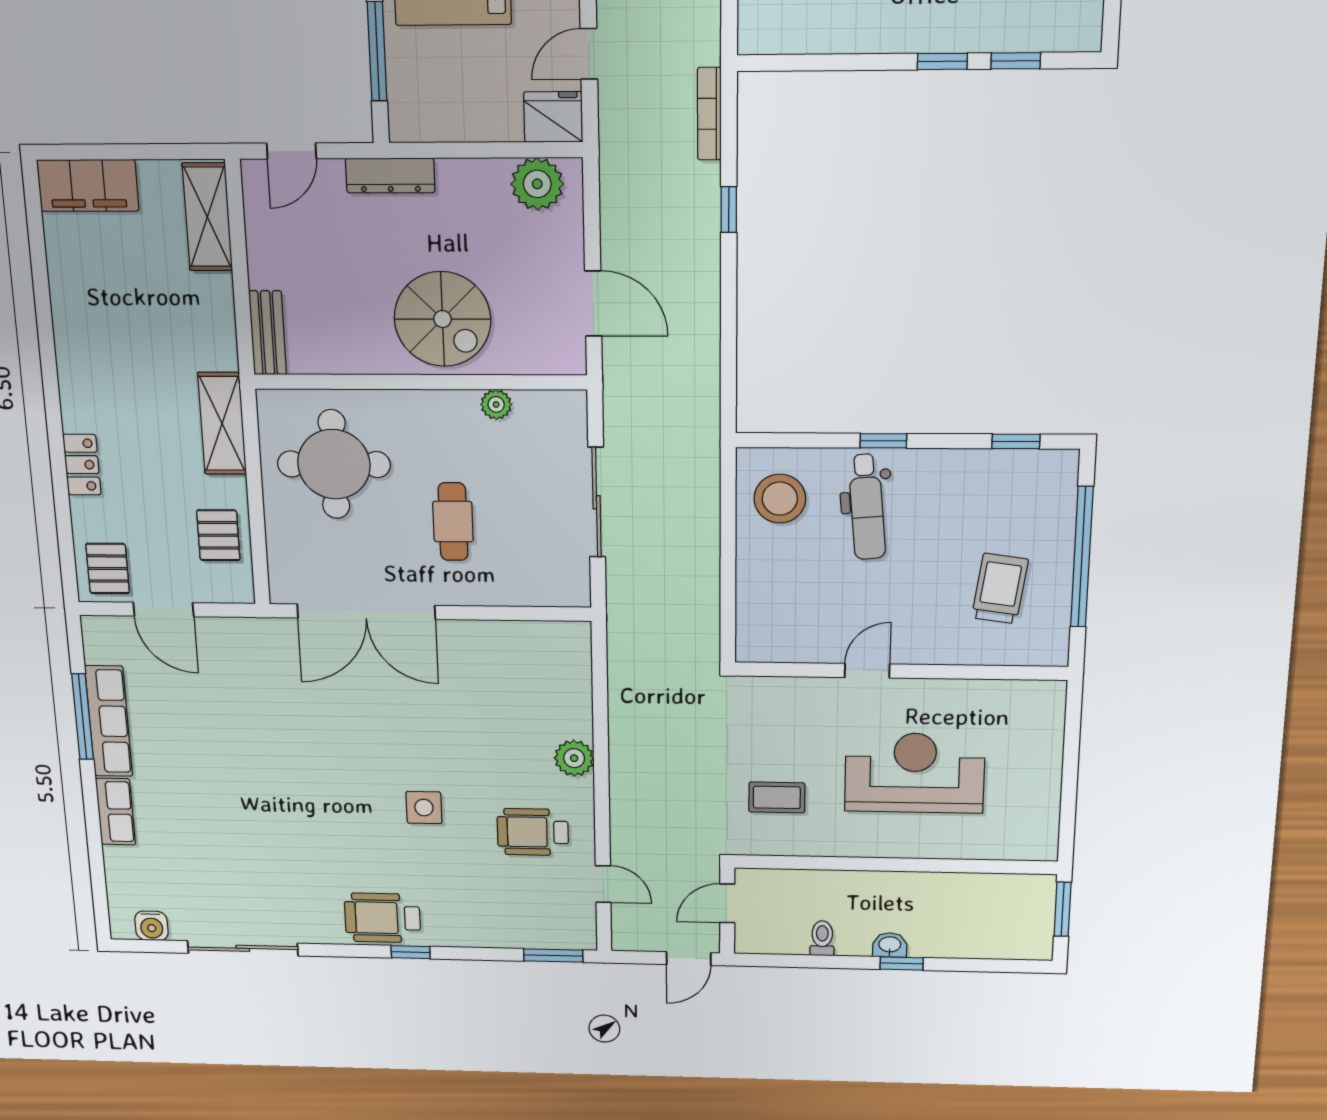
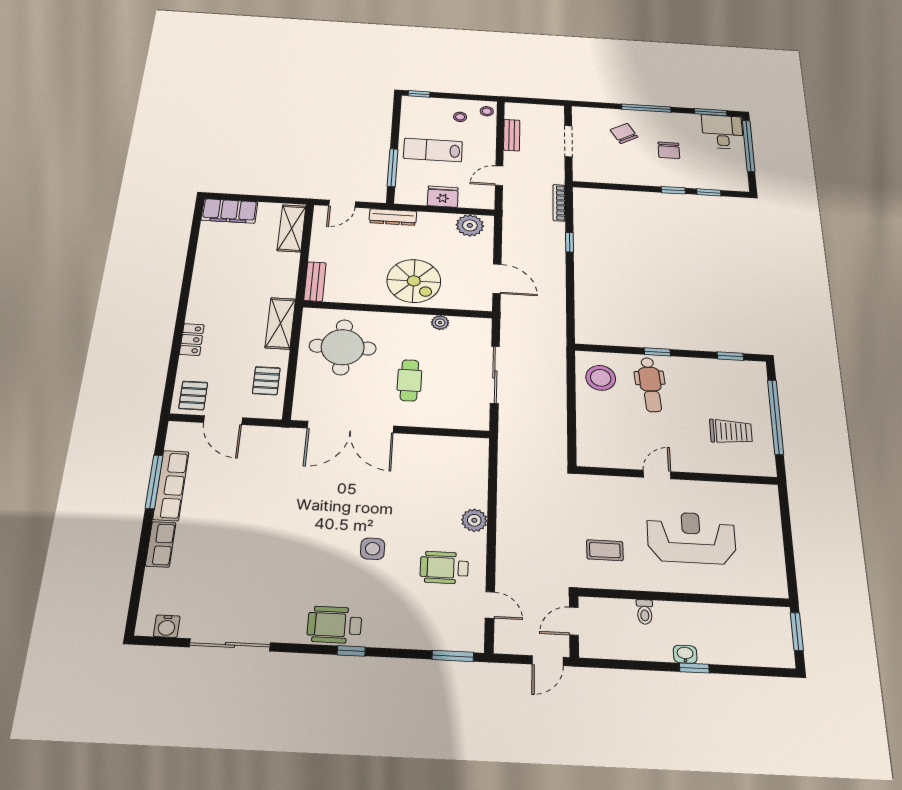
fridge: (553, 117) -> (443, 197), moved
trolley: (1000, 589) -> (731, 432), turned 82
toilet: (822, 938) -> (645, 612), moved, turned 180

